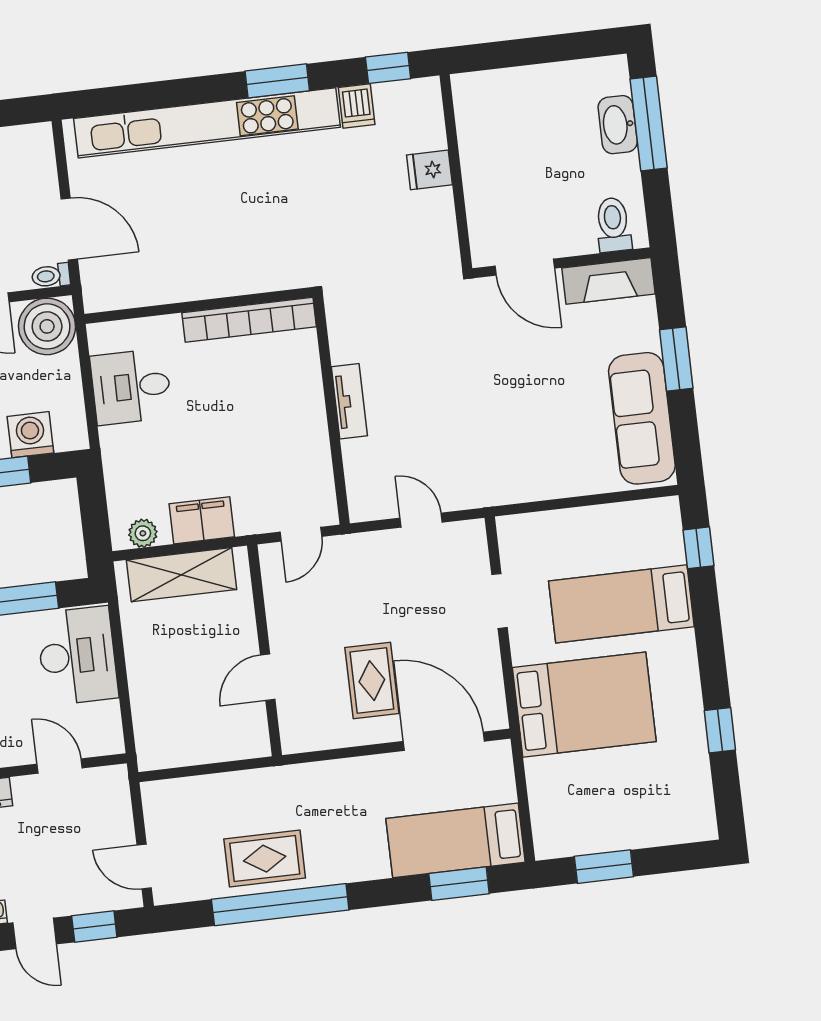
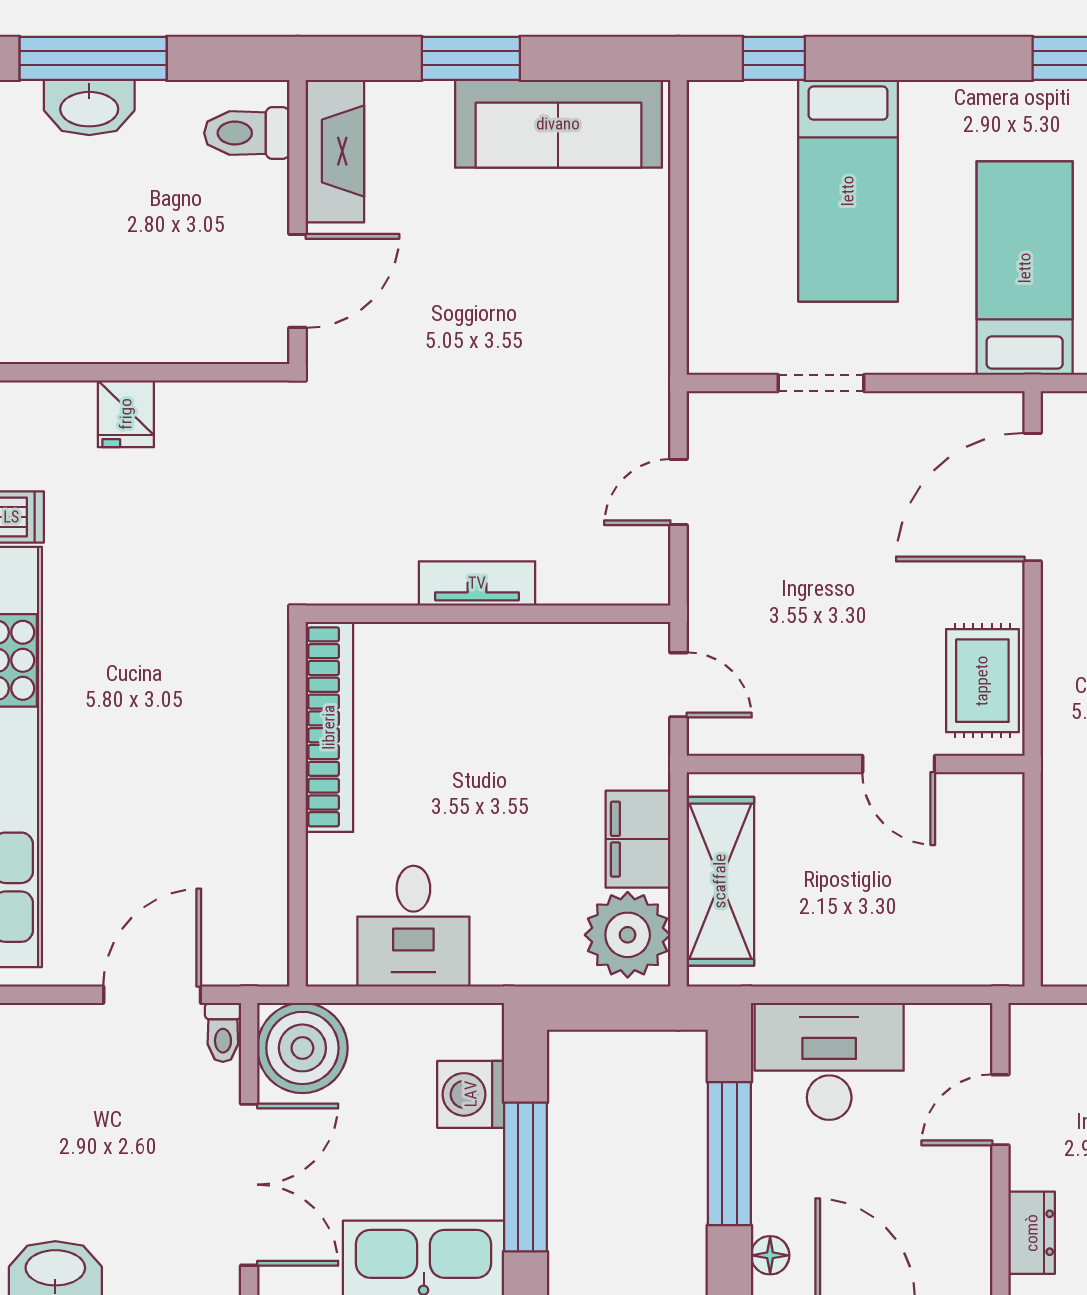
plant: (143, 533) -> (628, 935), width x1.88, depth x1.88
rug: (372, 681) -> (982, 681), moved, turned 90
bed: (584, 705) -> (1025, 268), width x0.67

